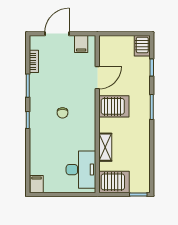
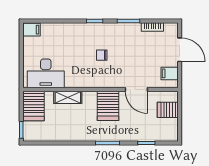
server rack: (142, 46) -> (168, 110), moved

